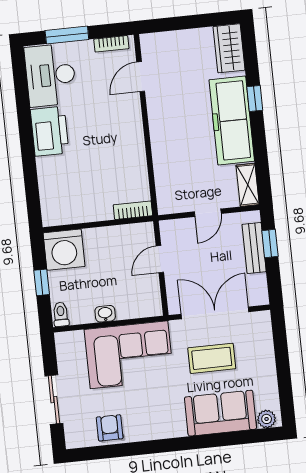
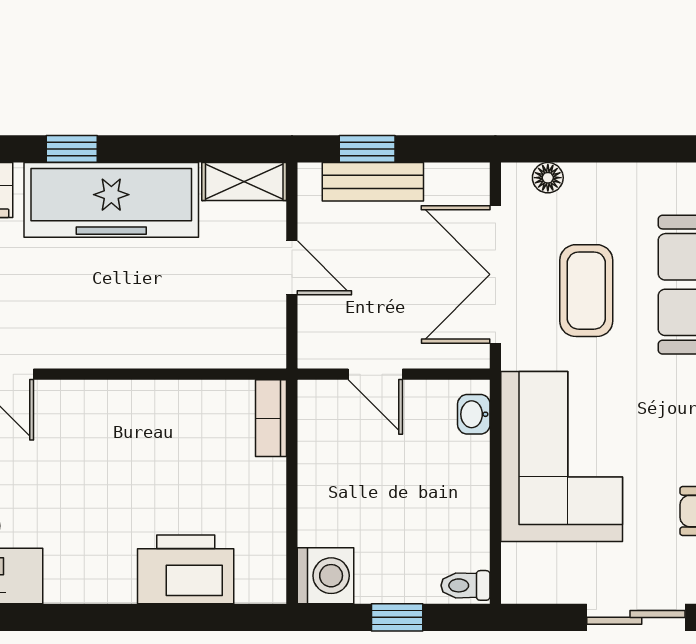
printer: (50, 131) -> (186, 569), moved
washing machine: (64, 250) -> (325, 576), width x0.73, depth x0.73
washbasin: (105, 314) -> (474, 414), moved
floor lamp: (265, 334) -> (548, 178), added

